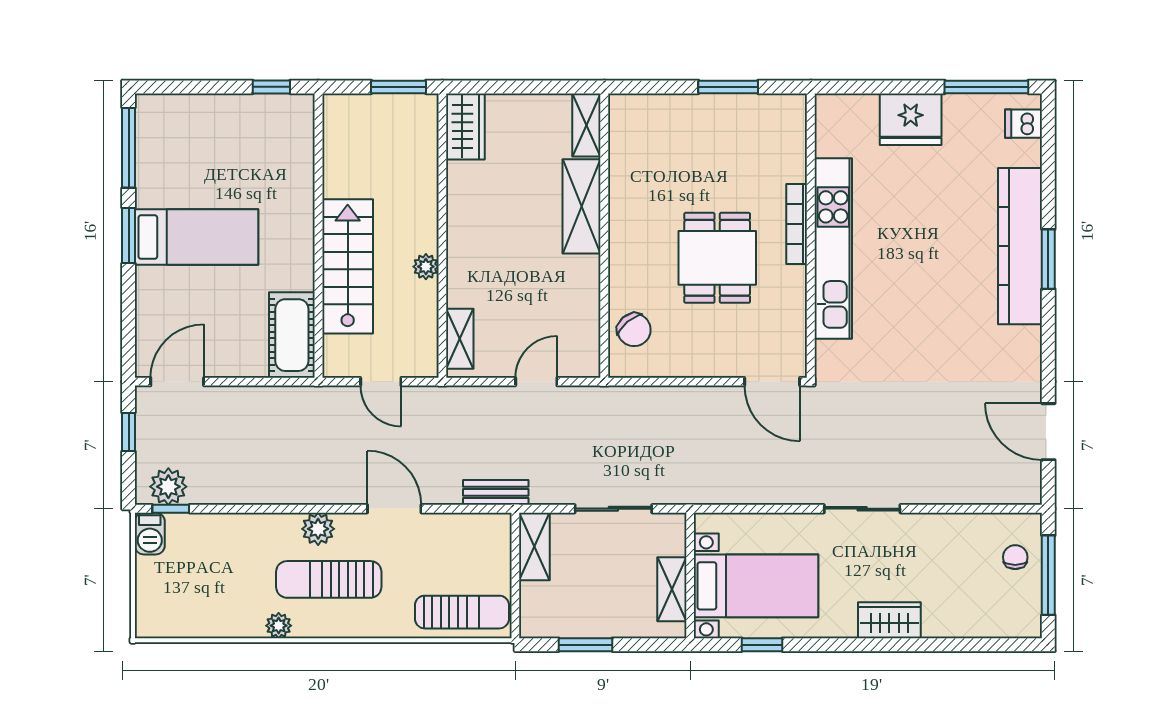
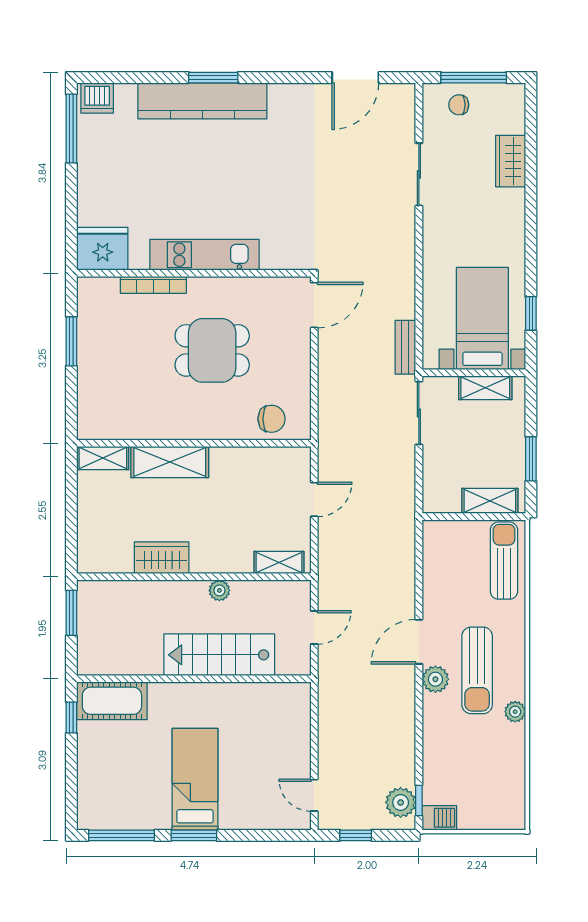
fridge: (911, 119) -> (103, 249), moved, turned -90
dishwasher: (1024, 124) -> (97, 98), width x1.38
wardrobe: (465, 126) -> (162, 558), moved
bookcase: (797, 224) -> (153, 285), moved
kitchen unit: (833, 248) -> (204, 255), width x0.73
chair: (634, 330) -> (271, 419), turned 40
cot: (292, 335) -> (112, 701), moved
door: (177, 382) -> (314, 795), width x0.73
door: (536, 382) -> (314, 499), swing flipped
bench: (496, 492) -> (405, 347), moved
door: (394, 509) -> (419, 642), moved
sliding door: (613, 509) -> (419, 413), moved
sliding door: (862, 509) -> (419, 174), moved
shelving: (534, 546) -> (490, 501), moved
wardrobe: (889, 620) -> (511, 161), moved

